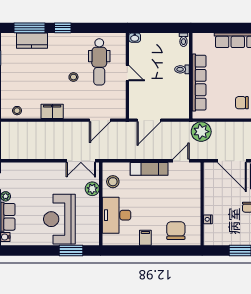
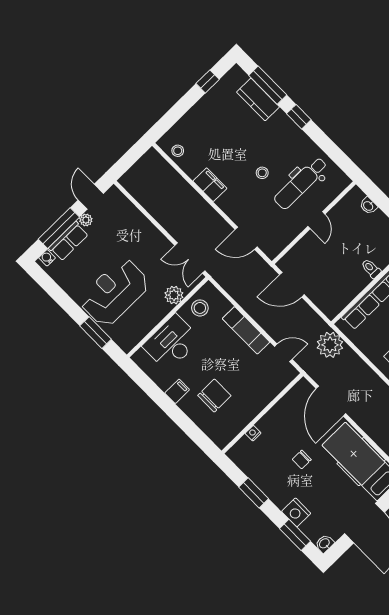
washbasin: (135, 38) -> (368, 206), moved
chair: (176, 231) -> (214, 396), moved

